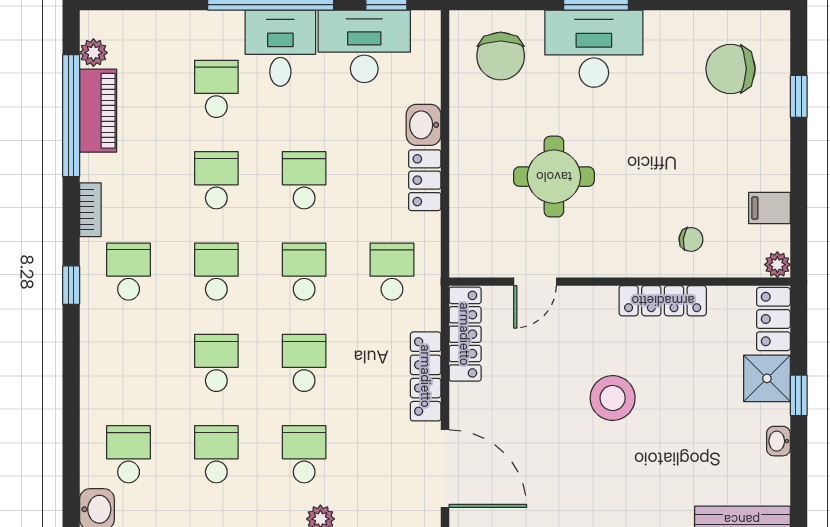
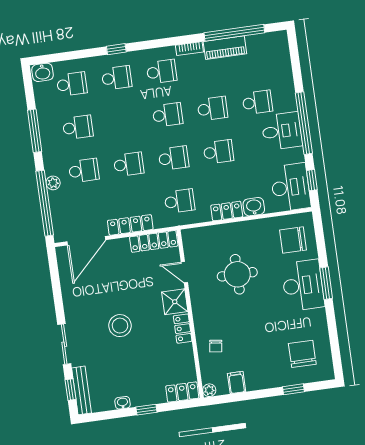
desk: (364, 46) -> (290, 187), moved
plant: (93, 53) -> (267, 39), removed
piano: (98, 111) -> (225, 48), moved
window: (71, 285) -> (116, 49), moved
locker: (663, 301) -> (183, 329), width x0.66
school desk: (216, 363) -> (117, 78), moved
shower: (767, 378) -> (175, 302), moved
stool: (613, 398) -> (120, 326), moved

